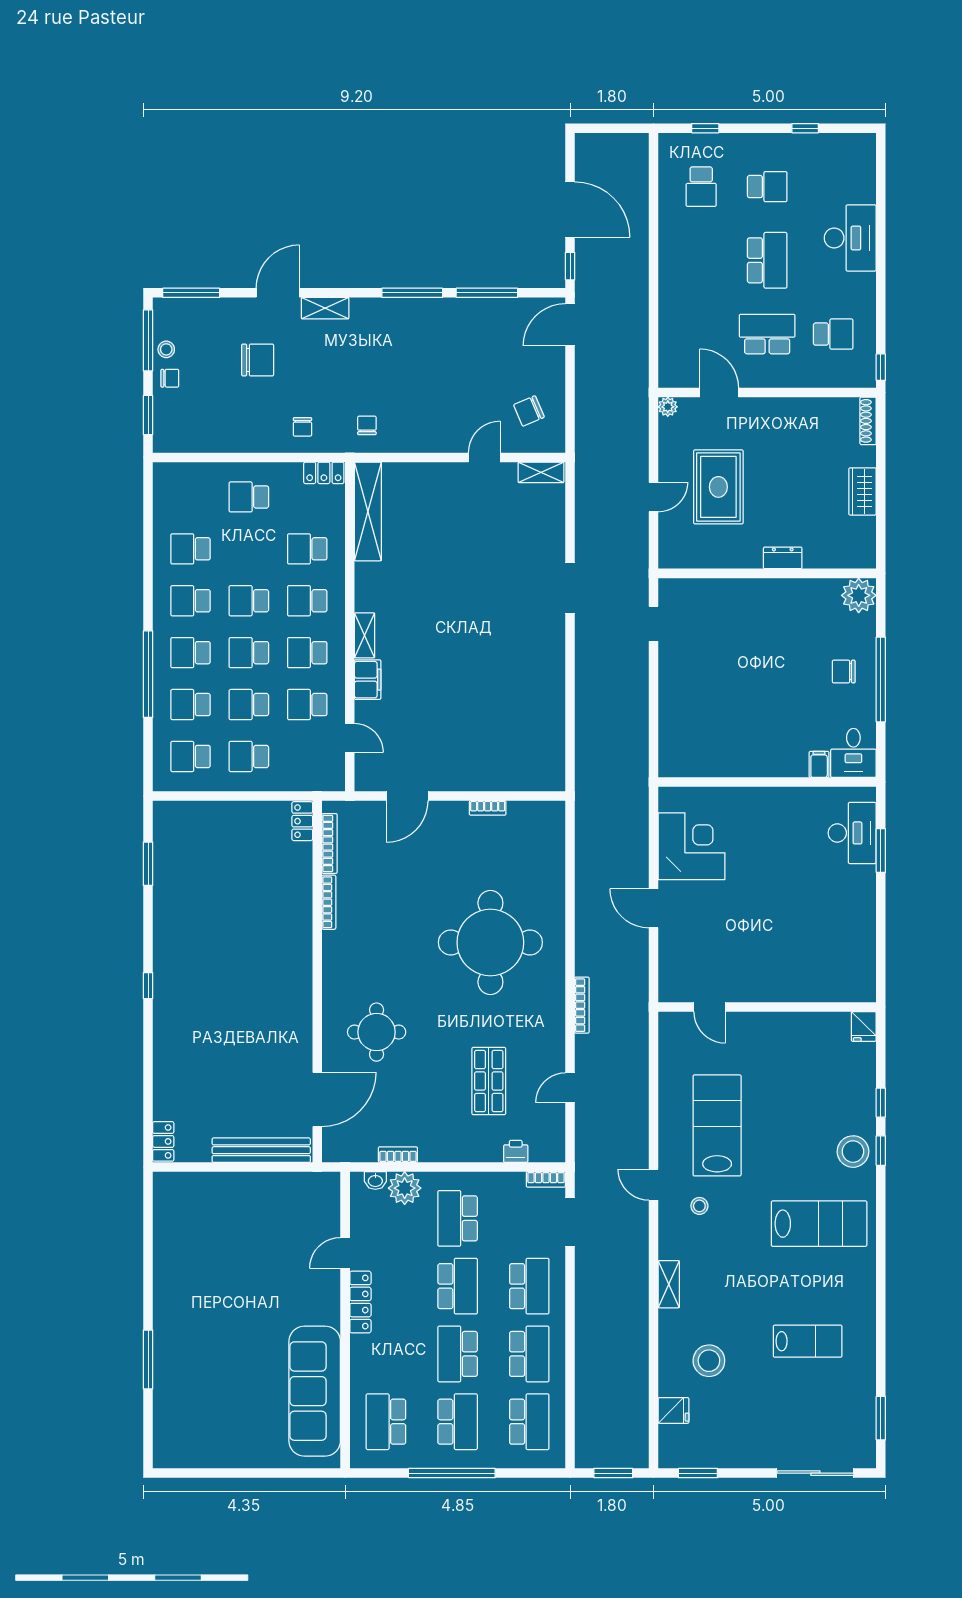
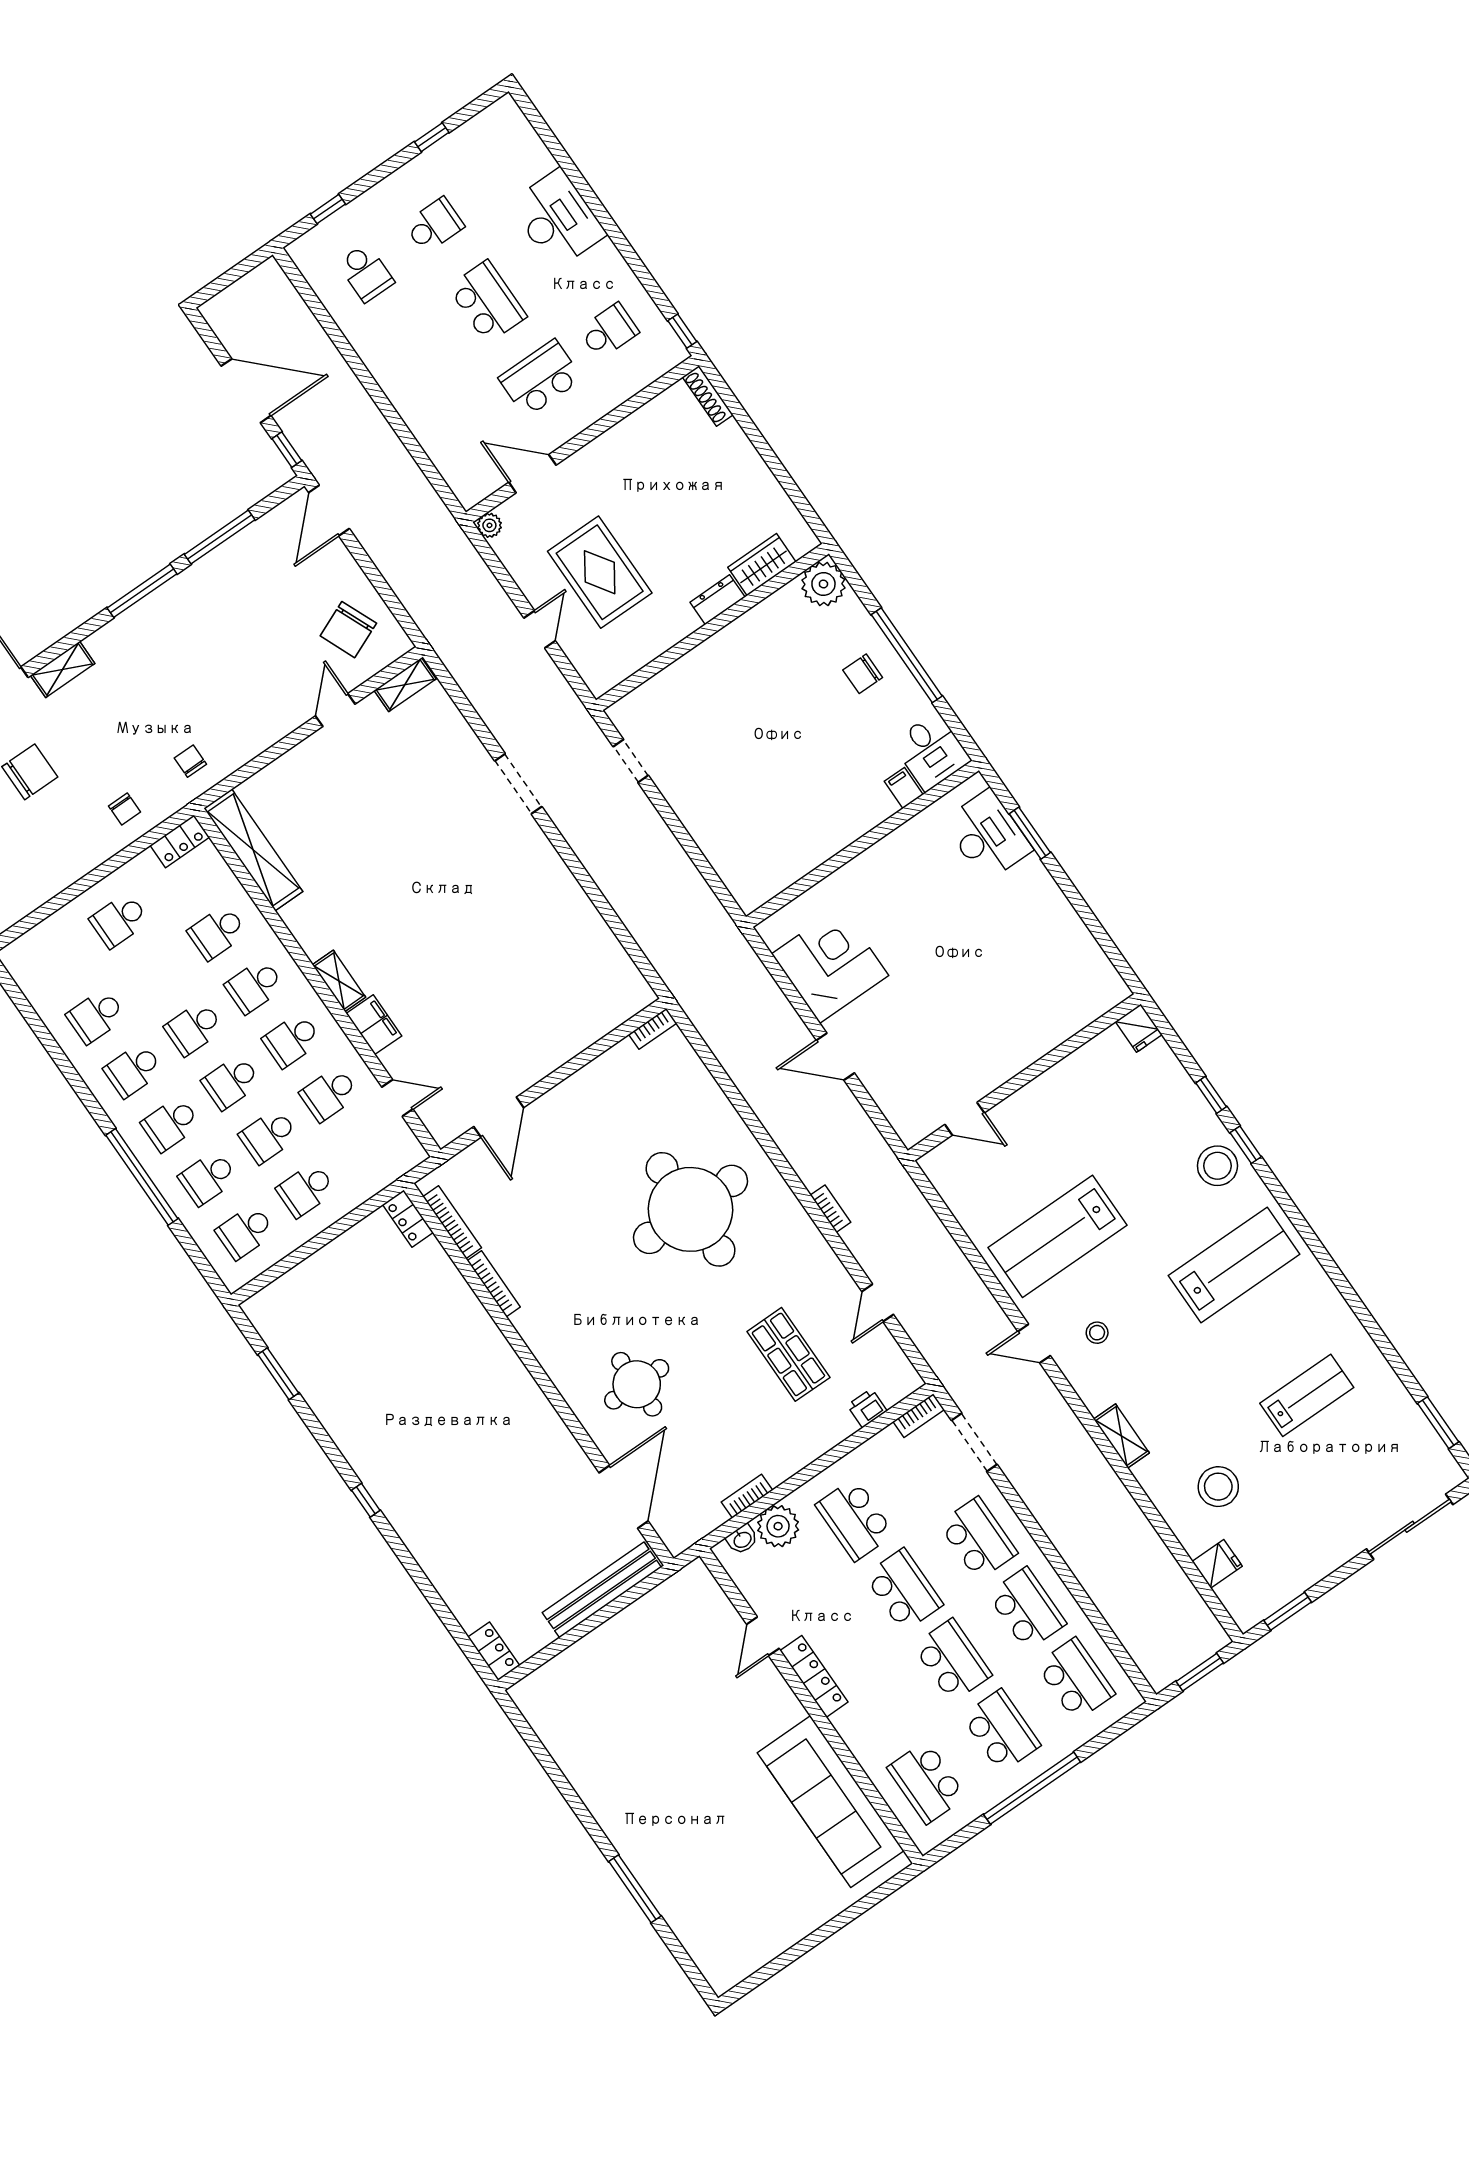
chair: (529, 411) -> (348, 630), width x1.37, depth x1.37
wardrobe: (862, 491) -> (762, 565), moved, turned 90
bookcase: (488, 808) -> (653, 1029), moved
bookcase: (582, 1005) -> (831, 1209), width x0.64
lab bench: (717, 1125) -> (1058, 1236), turned -90
school desk: (458, 1354) -> (952, 1660), turned 180

